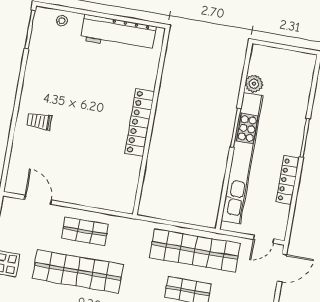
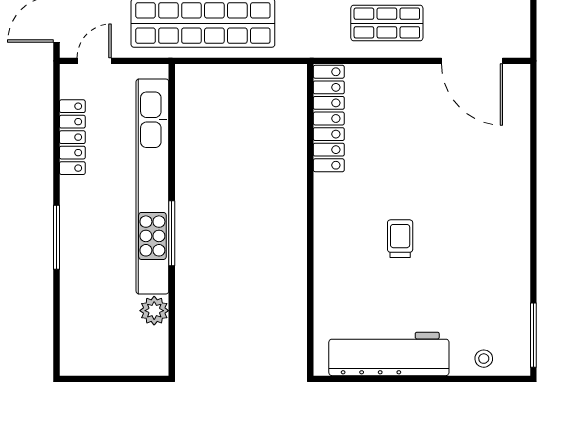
trolley: (39, 121) -> (400, 239), moved, turned -90
locker: (140, 122) -> (329, 118), moved
locker: (288, 180) -> (72, 137), moved
door: (38, 200) -> (472, 61), width x1.36

